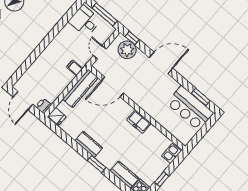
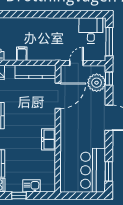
filing cabinet: (75, 68) -> (22, 54), moved
door: (112, 87) -> (58, 96), swing flipped
kitchen sink: (171, 153) -> (32, 186), moved

